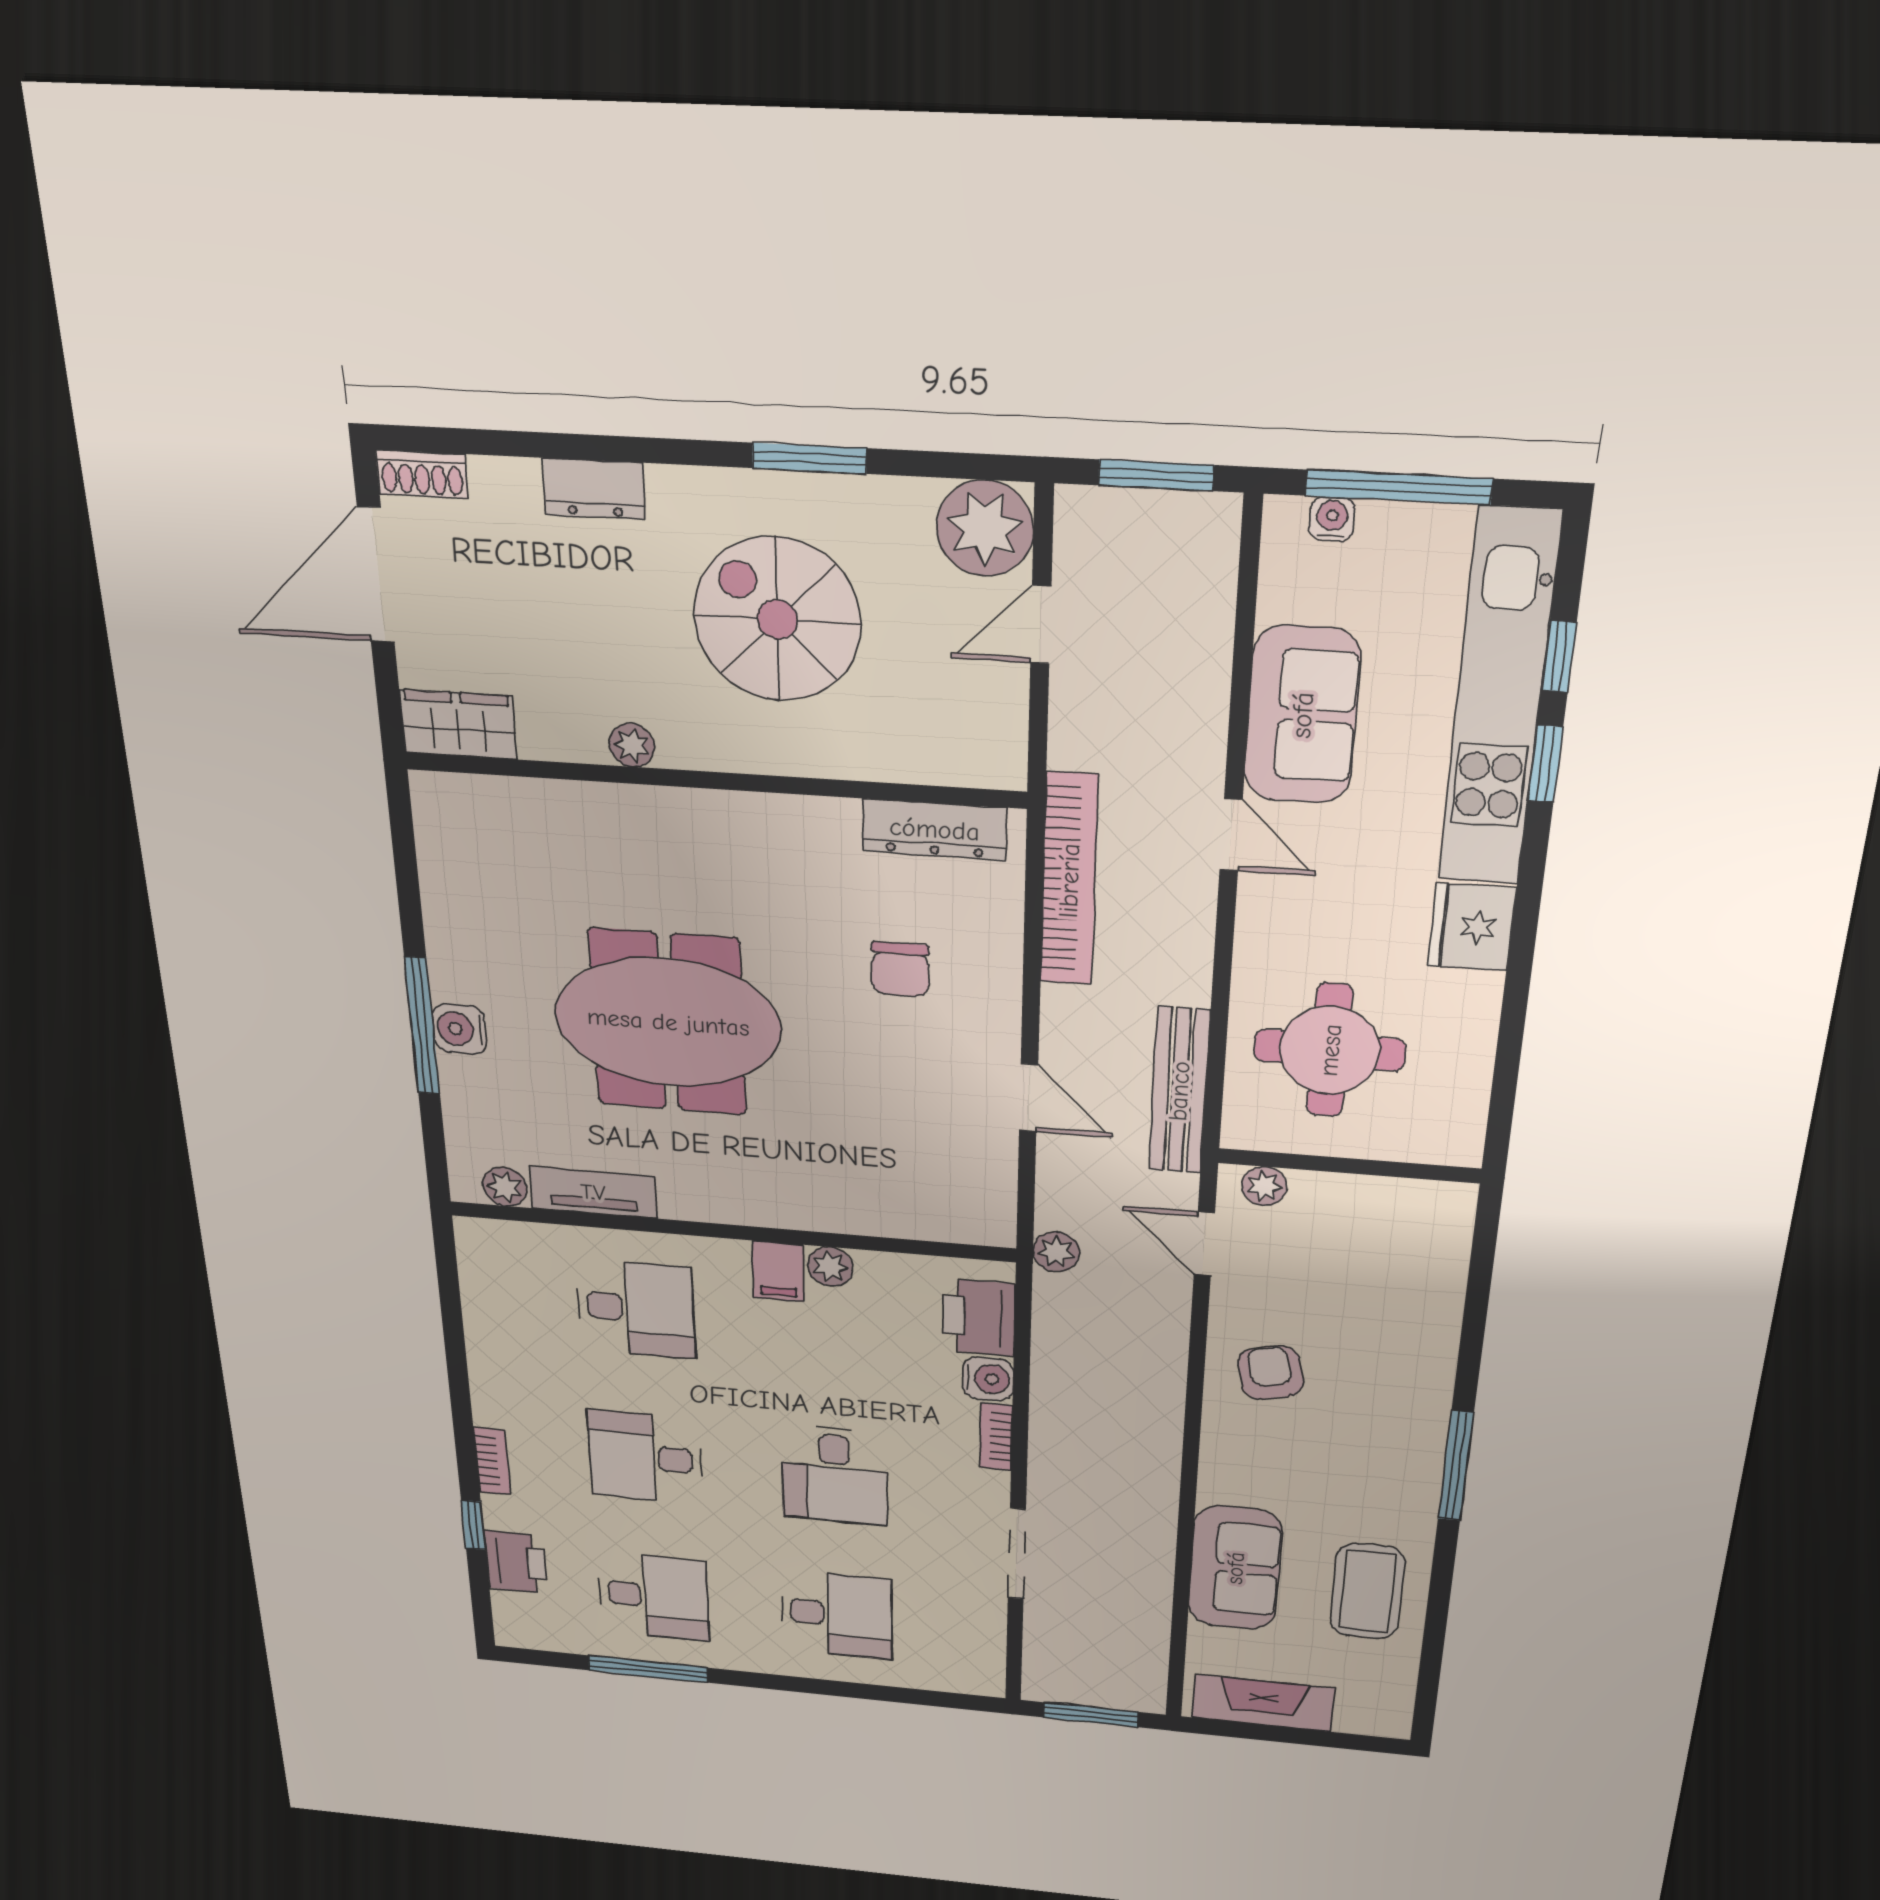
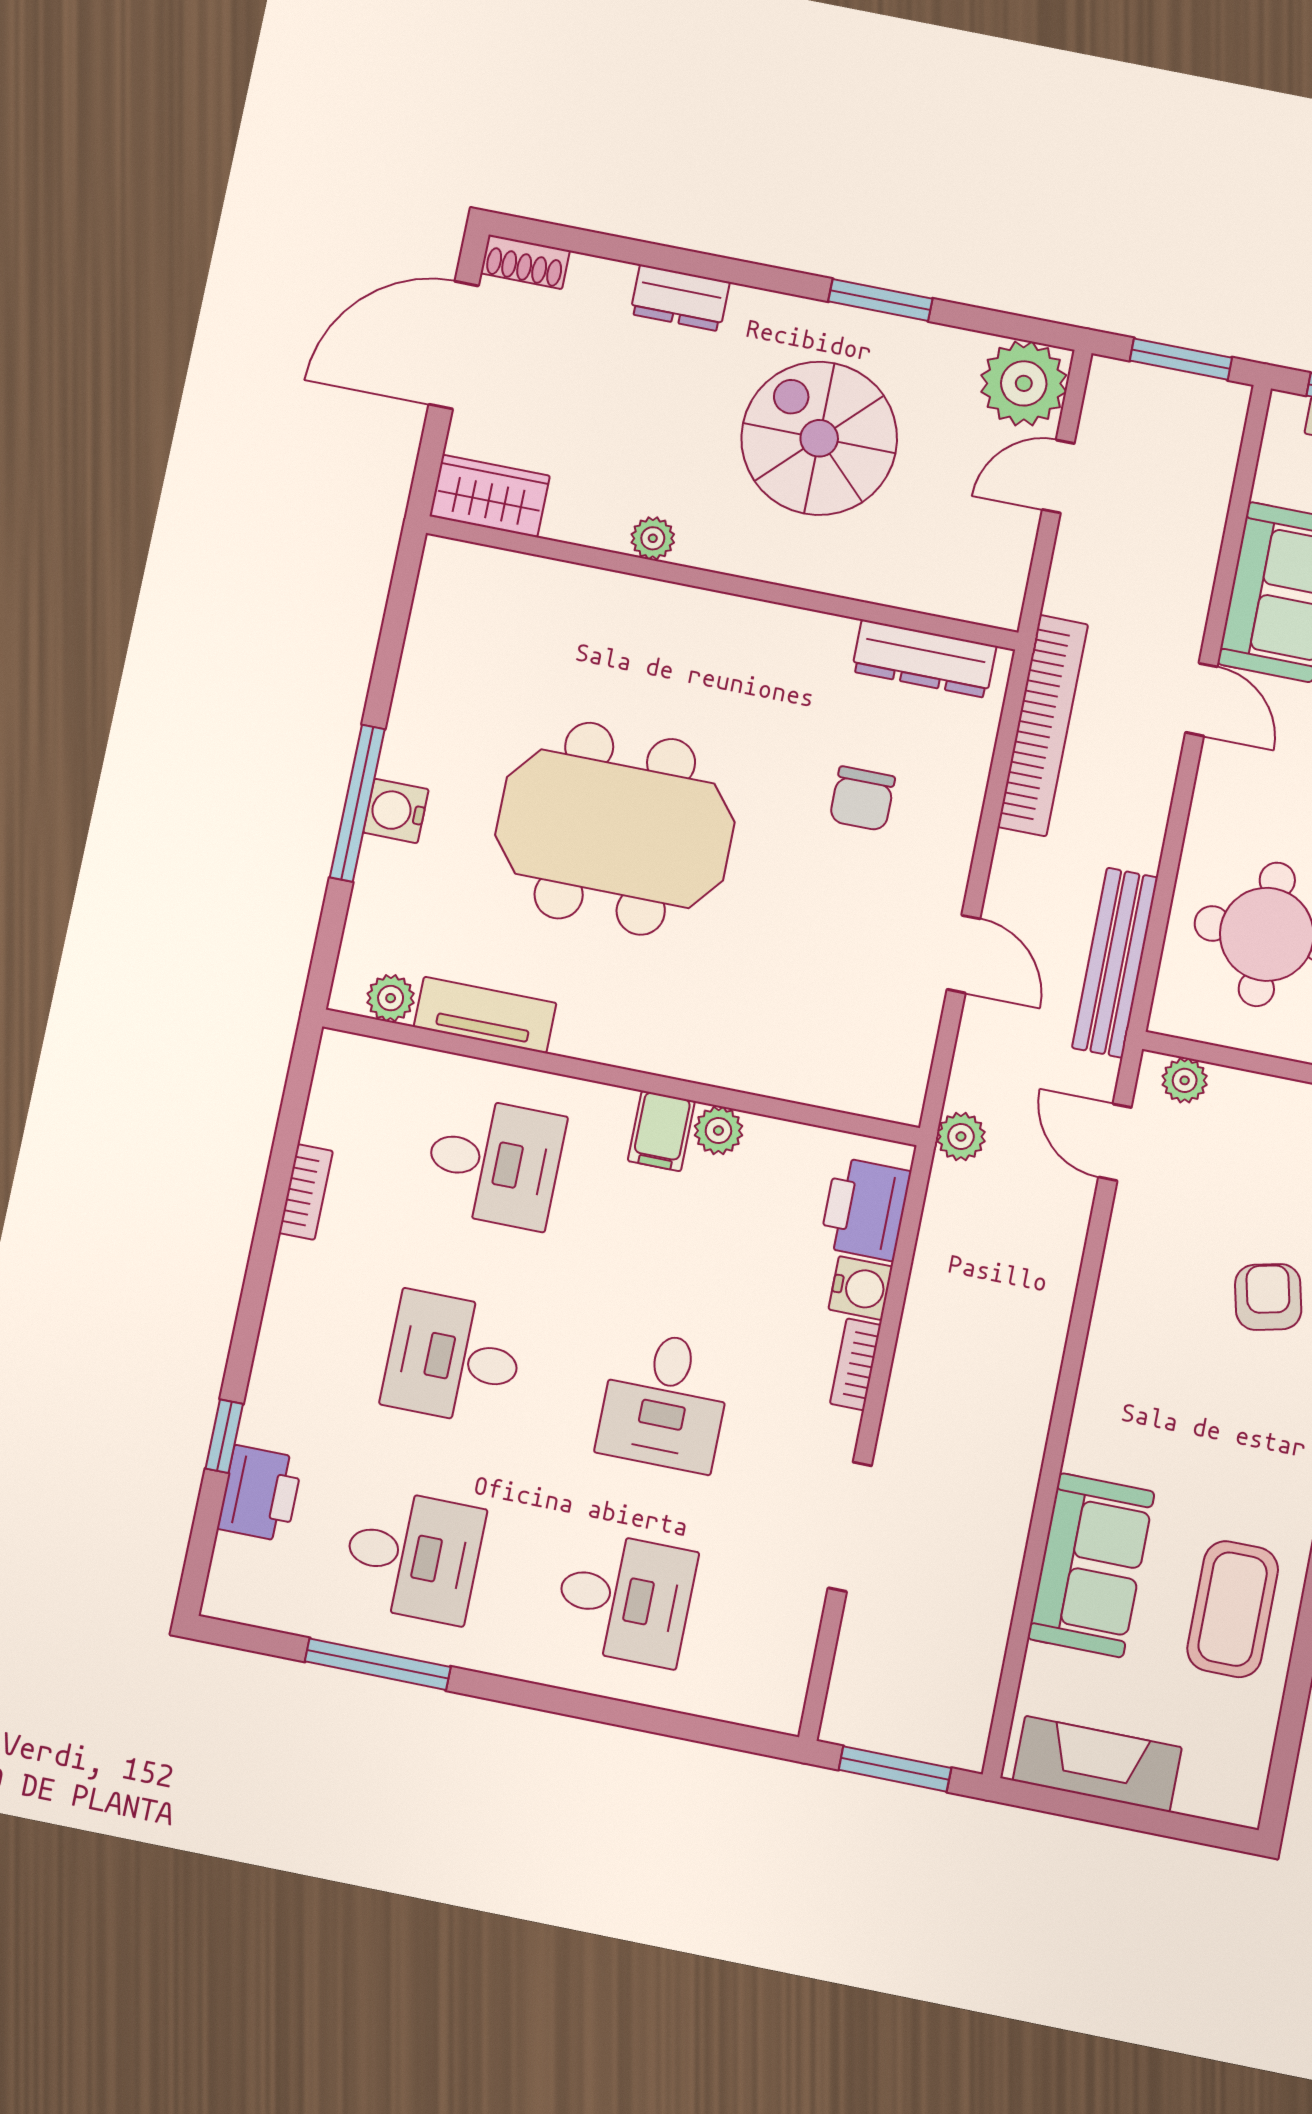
armchair: (1271, 1373) -> (1268, 1297), moved
bookcase: (492, 1461) -> (306, 1192), moved

